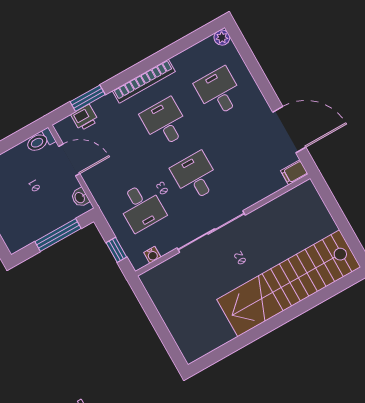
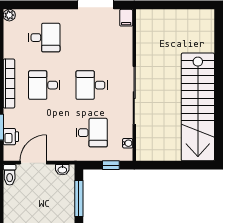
desk: (219, 92) -> (44, 38), turned 180
stairs: (289, 283) -> (198, 107), moved

